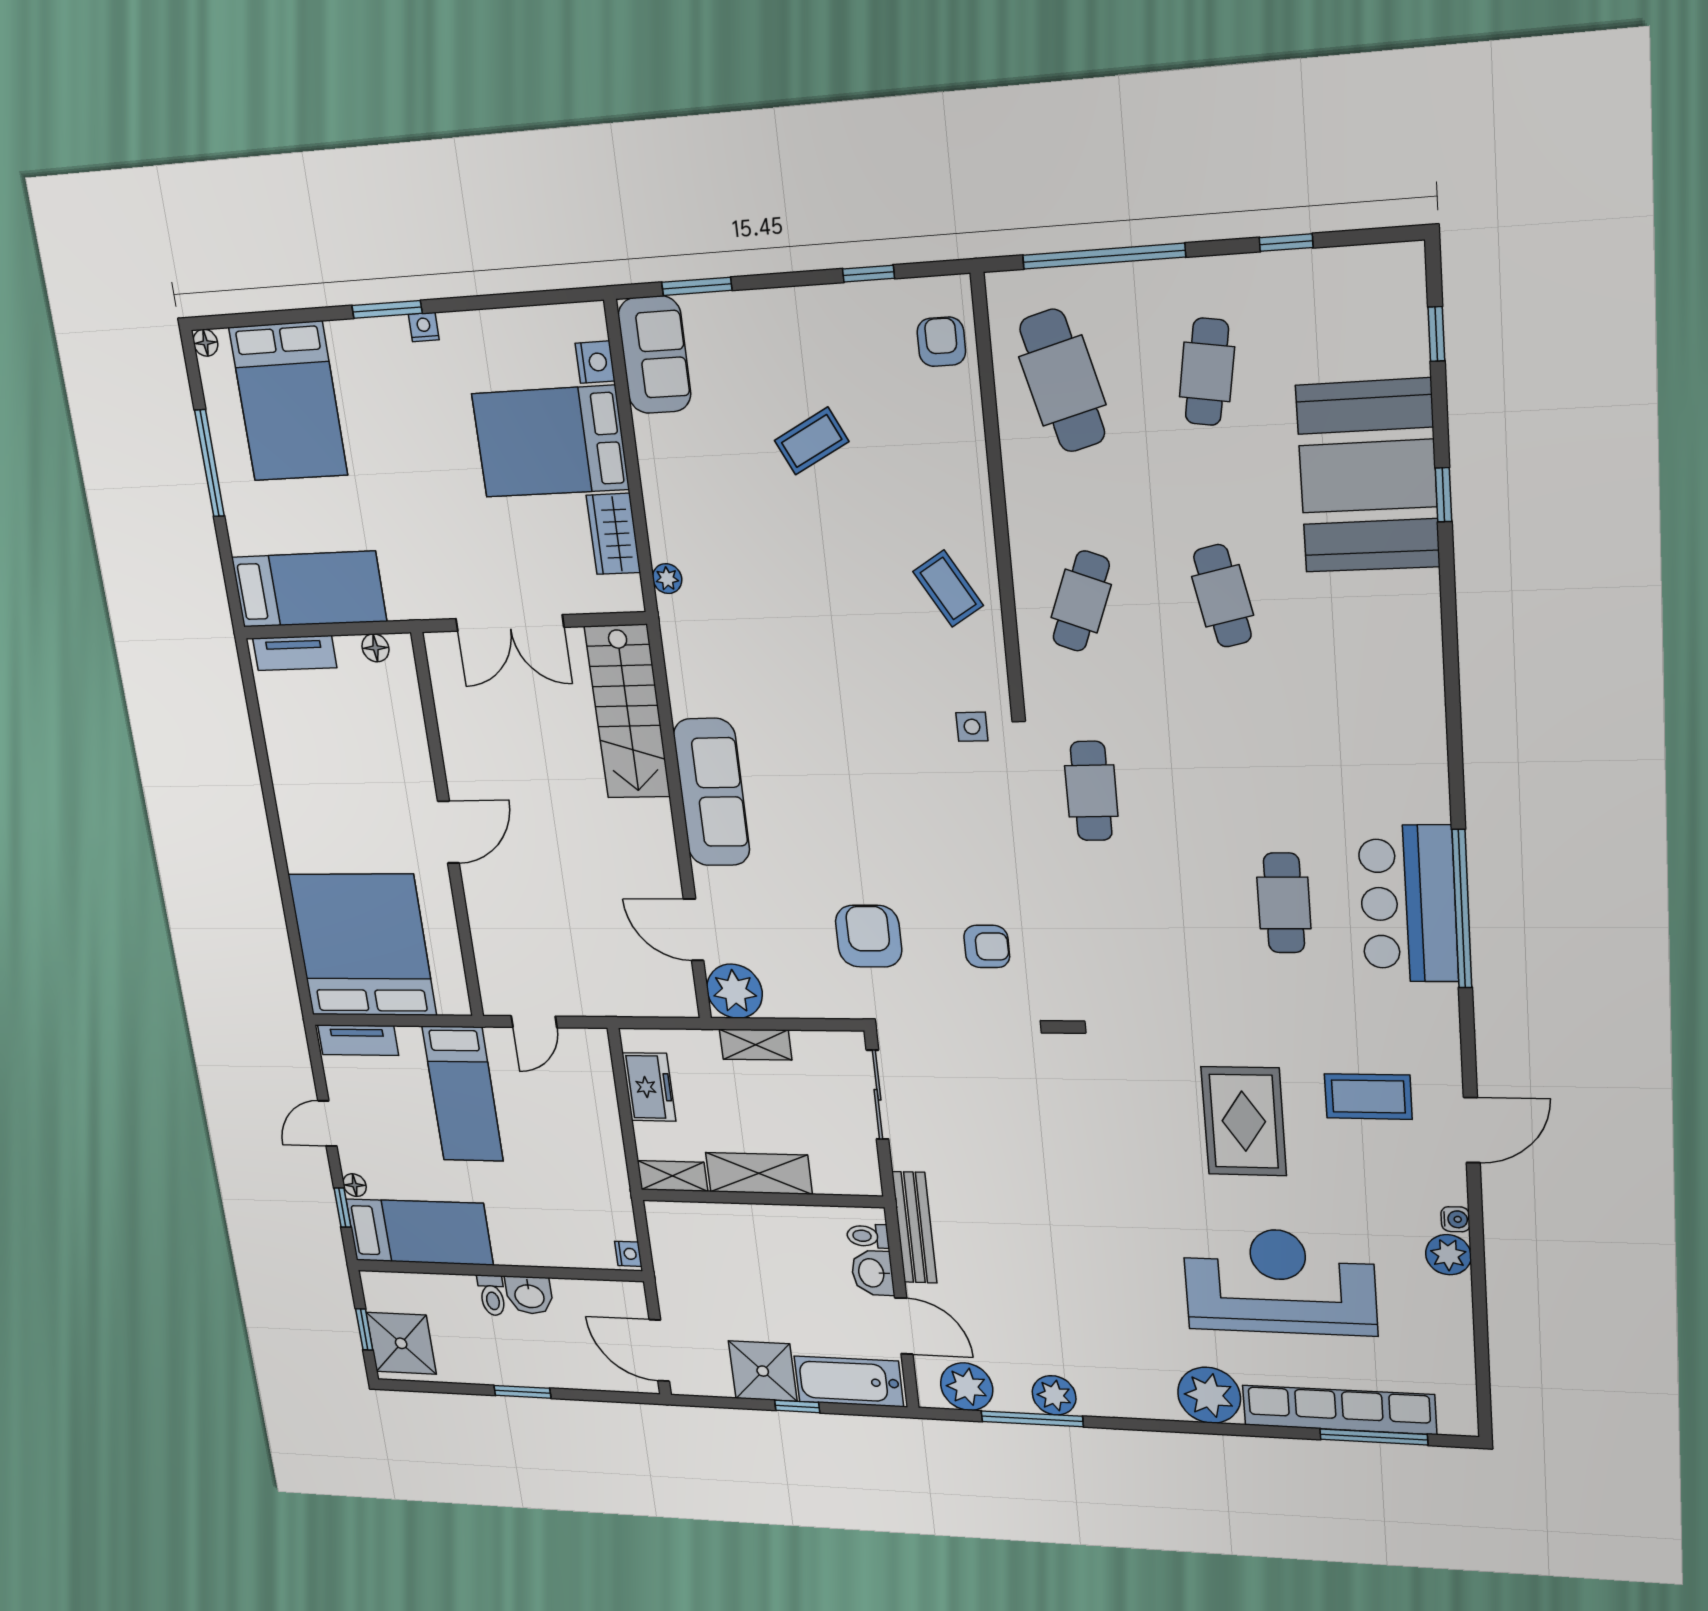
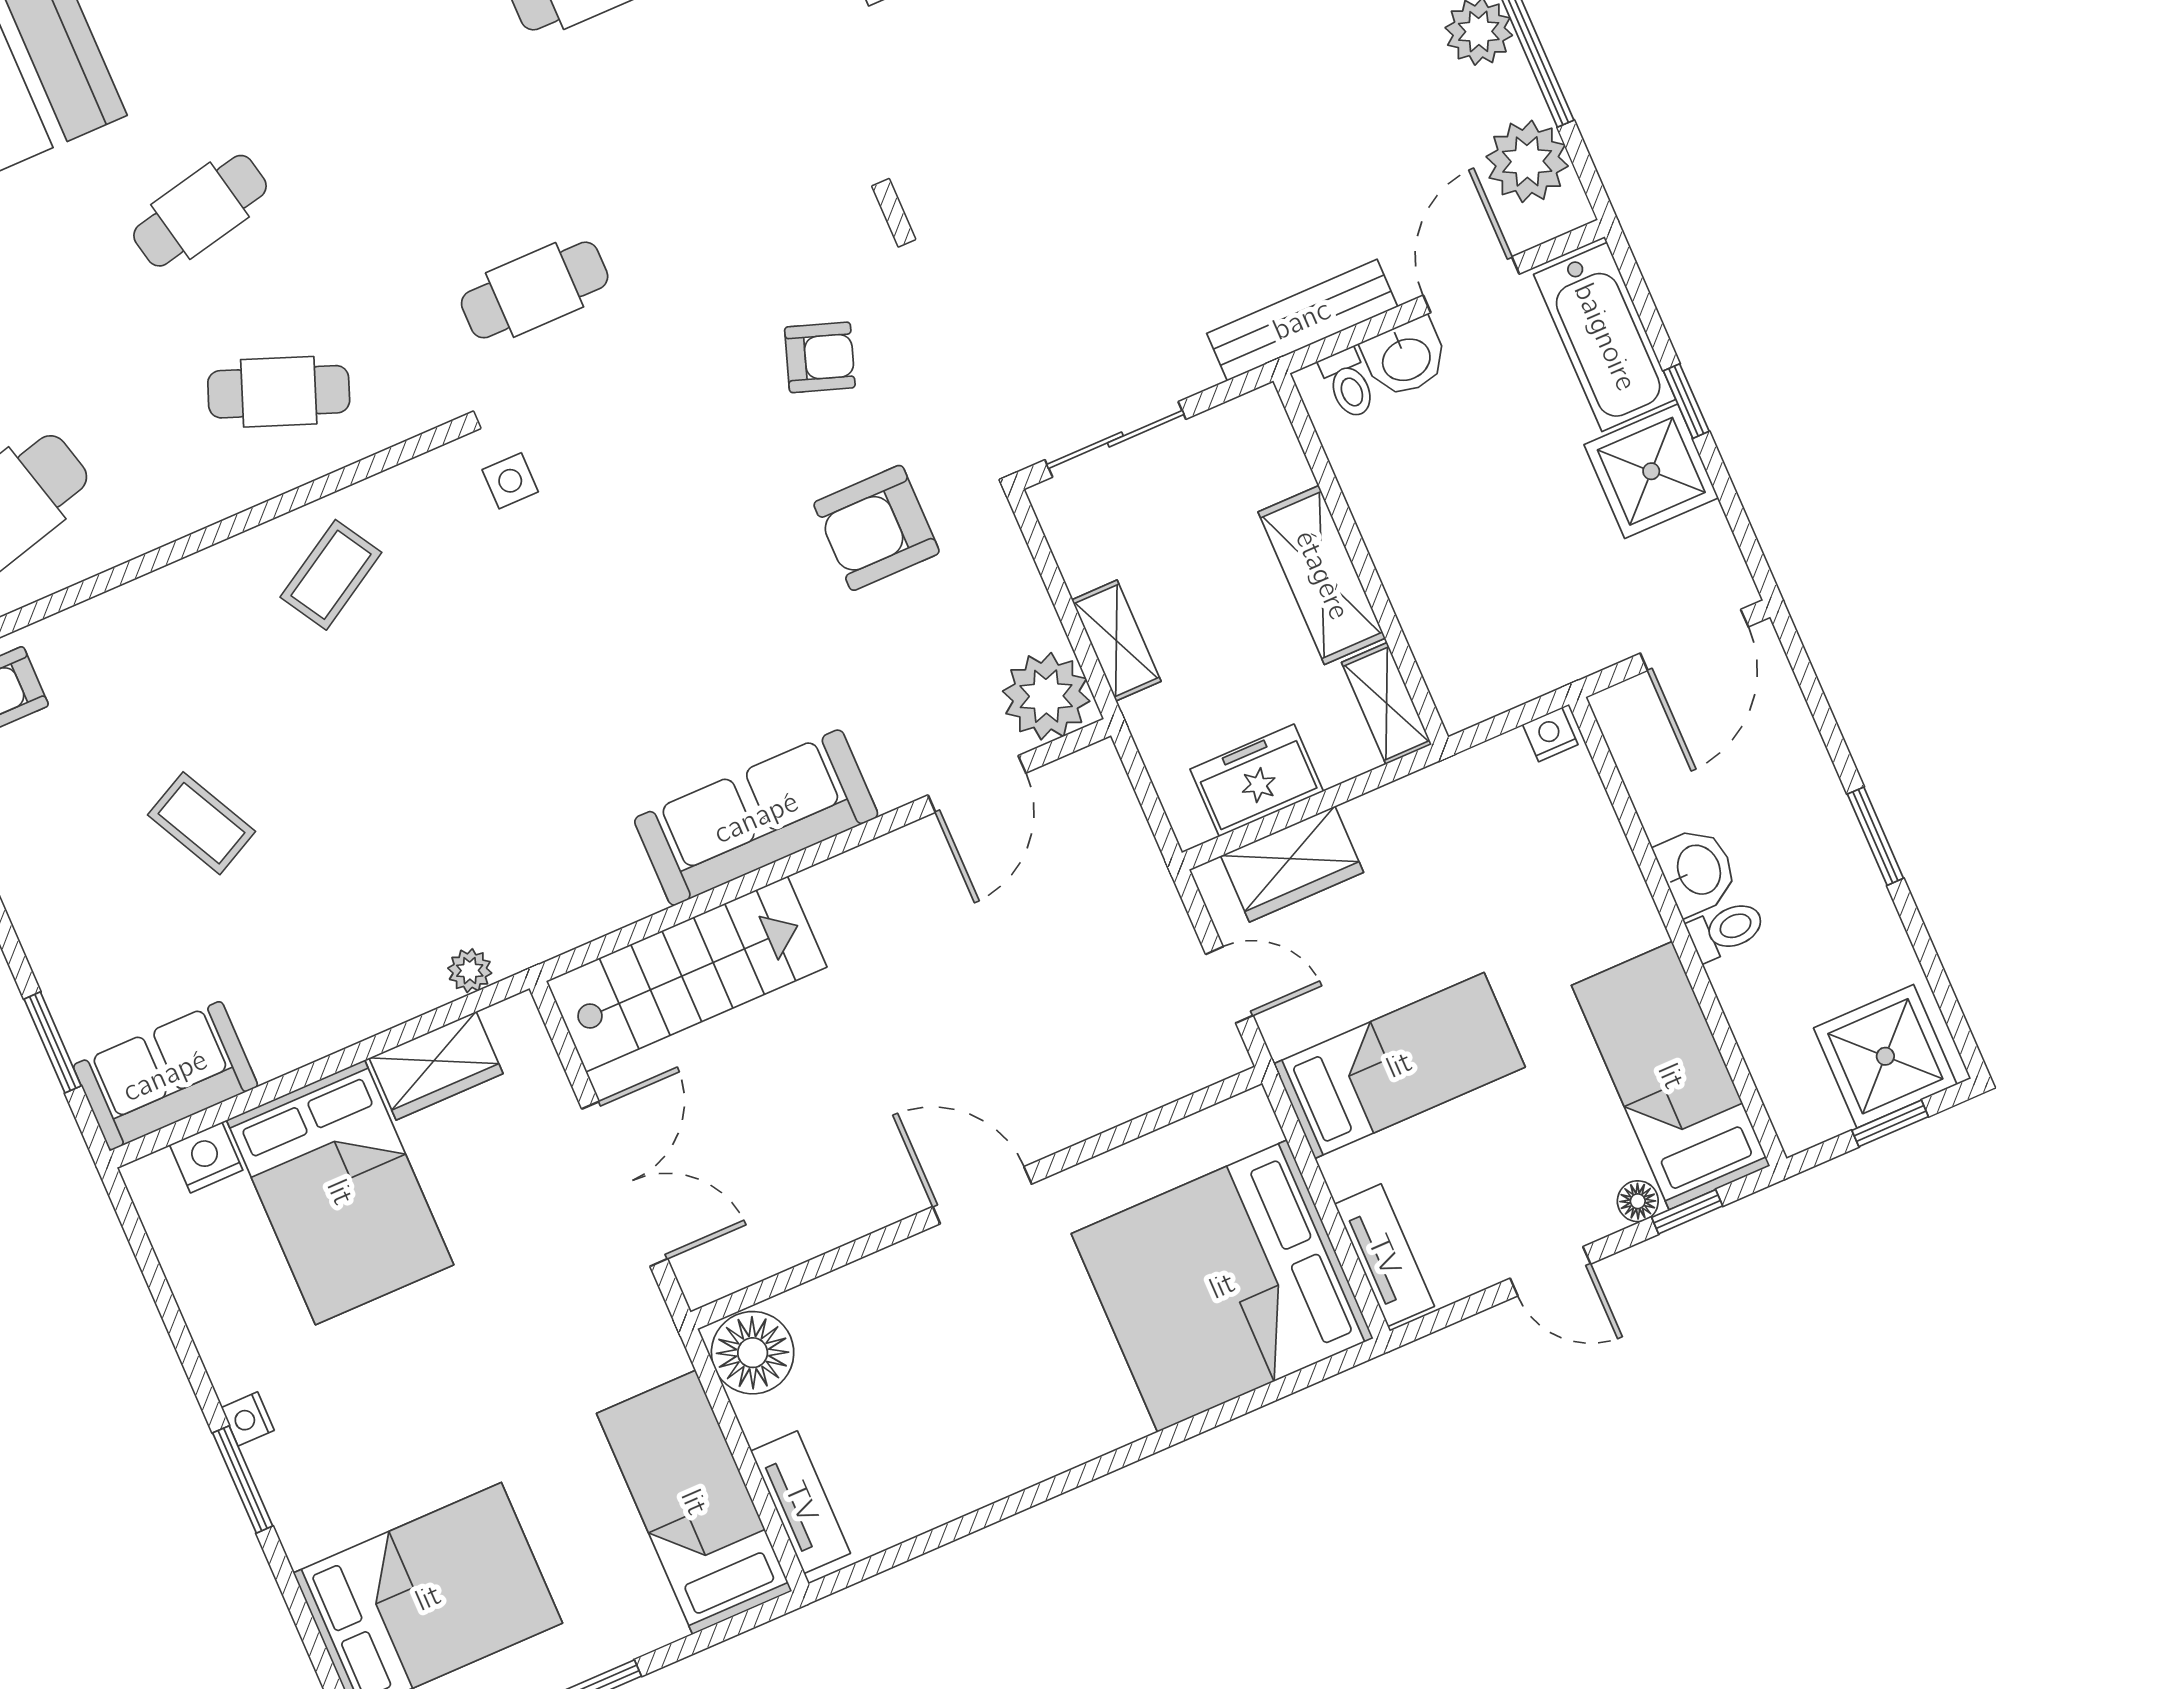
floor lamp: (375, 648) -> (753, 1353), width x1.89, depth x1.89
armchair: (987, 946) -> (820, 357), turned 109
wardrobe: (594, 1085) -> (1292, 864), added

